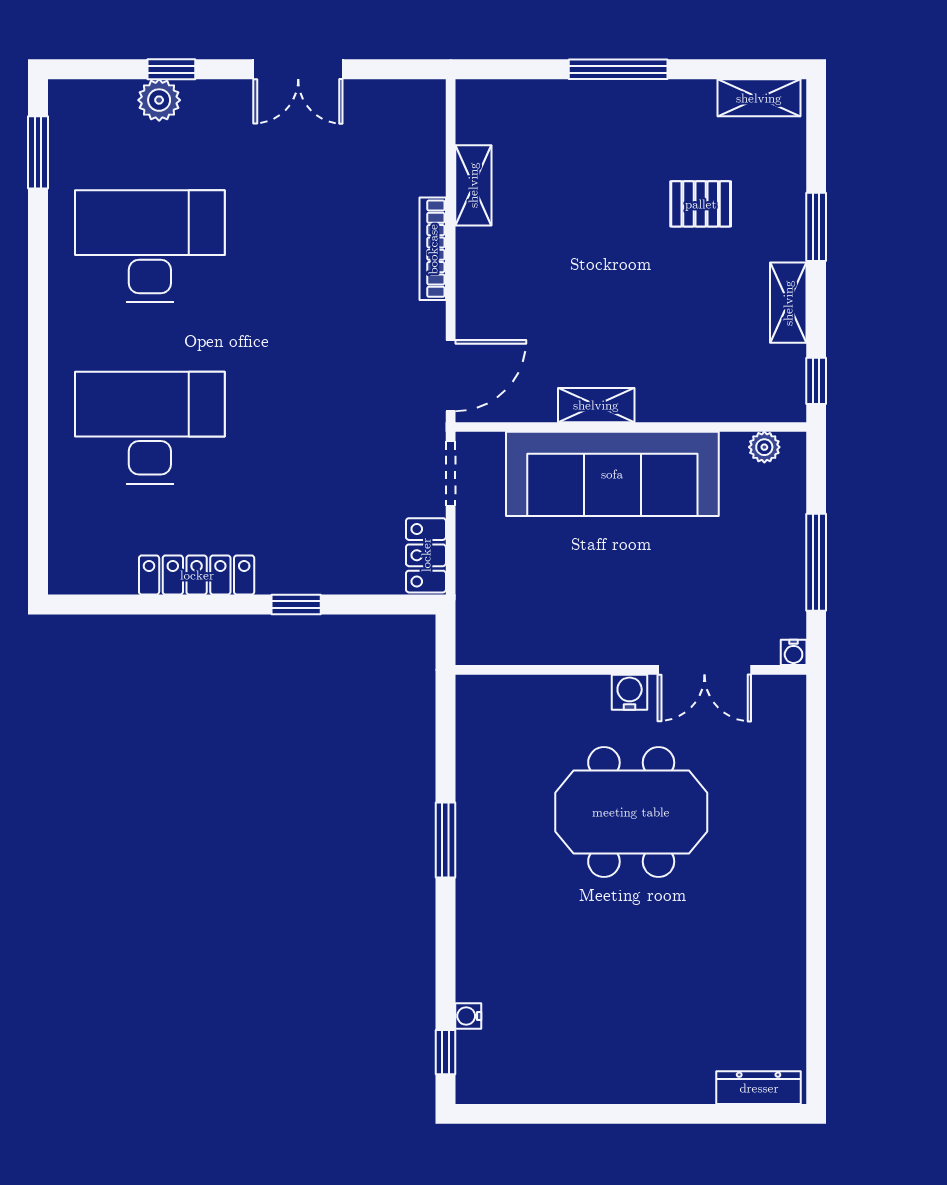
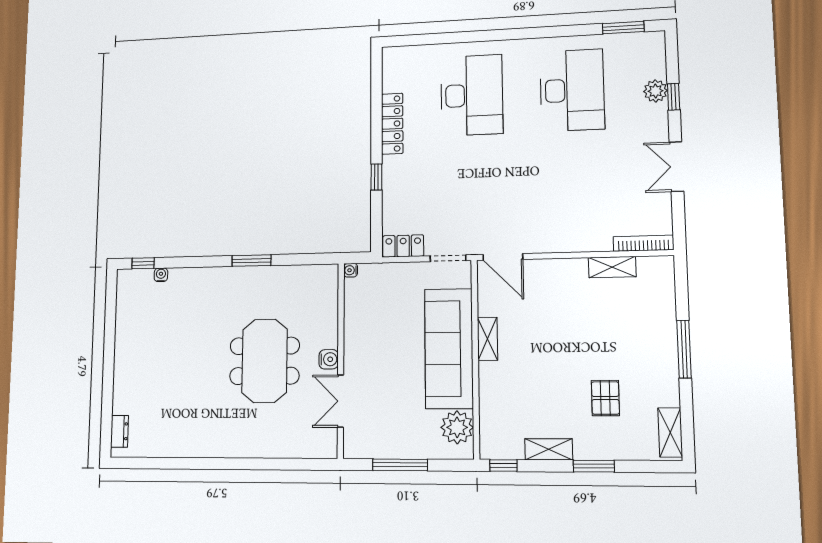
bookcase: (433, 249) -> (644, 243), moved
plant: (764, 447) -> (457, 427), width x1.87, depth x1.87
water cooler: (794, 652) -> (351, 270), moved
dresser: (759, 1088) -> (120, 431), width x0.70

